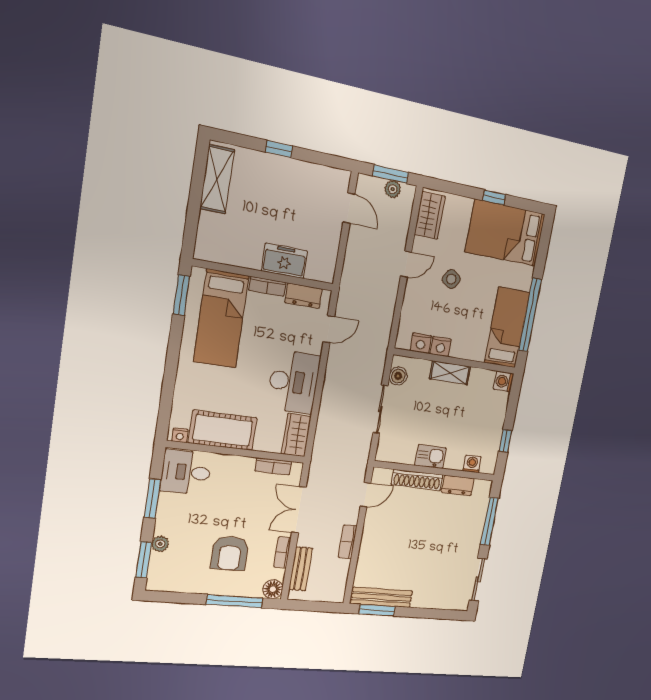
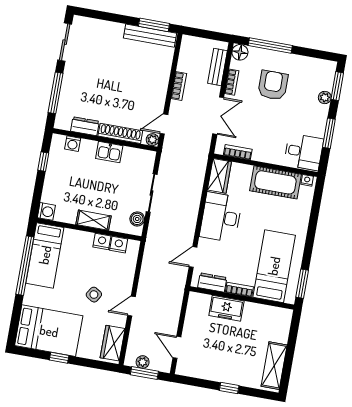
plant: (379, 475) -> (152, 140), added

